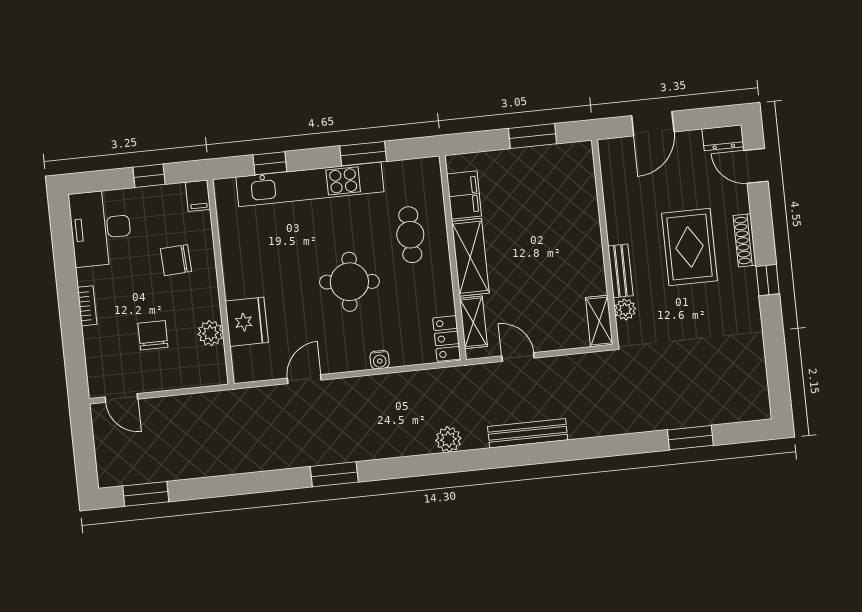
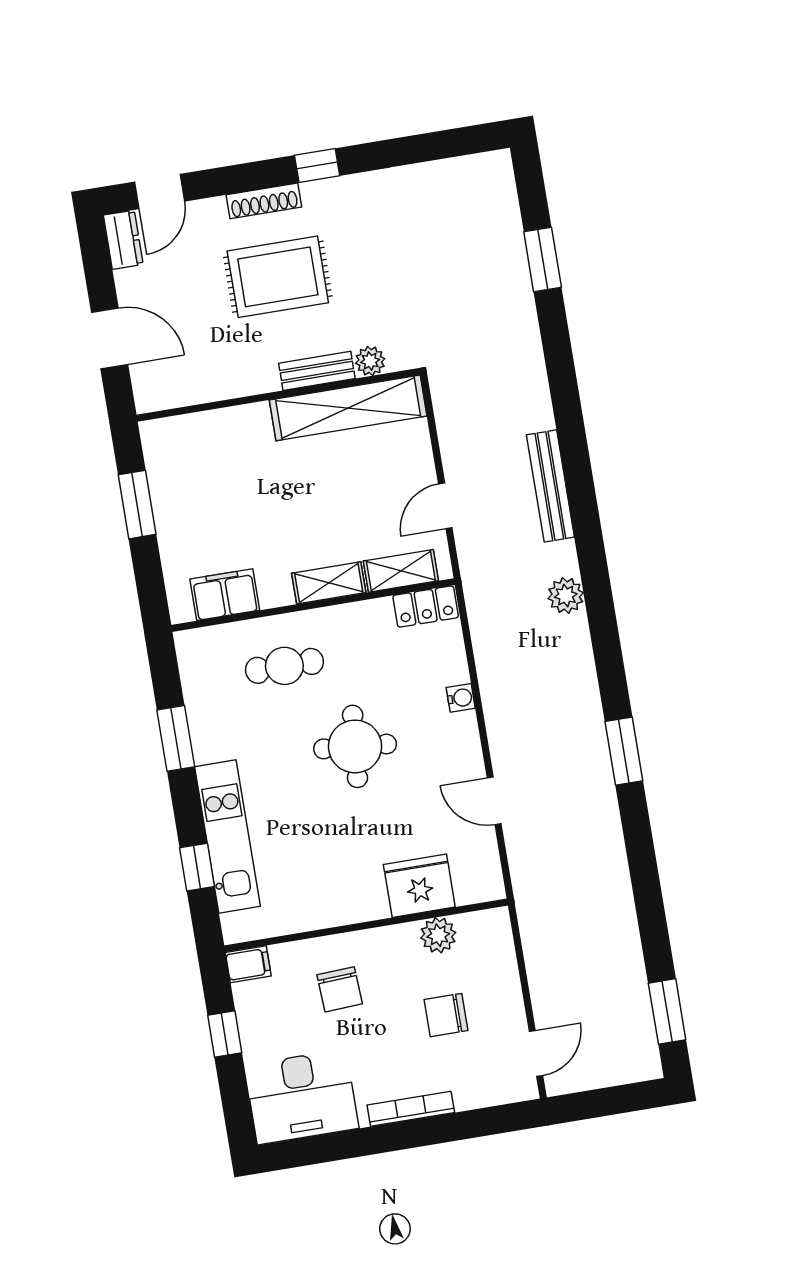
kitchen unit: (310, 184) -> (227, 836), width x0.73
shelving: (470, 257) -> (329, 583), width x0.67, depth x0.75
bookcase: (87, 306) -> (411, 1109), width x1.56
shelving: (599, 321) -> (348, 408), width x2.20, depth x1.33

